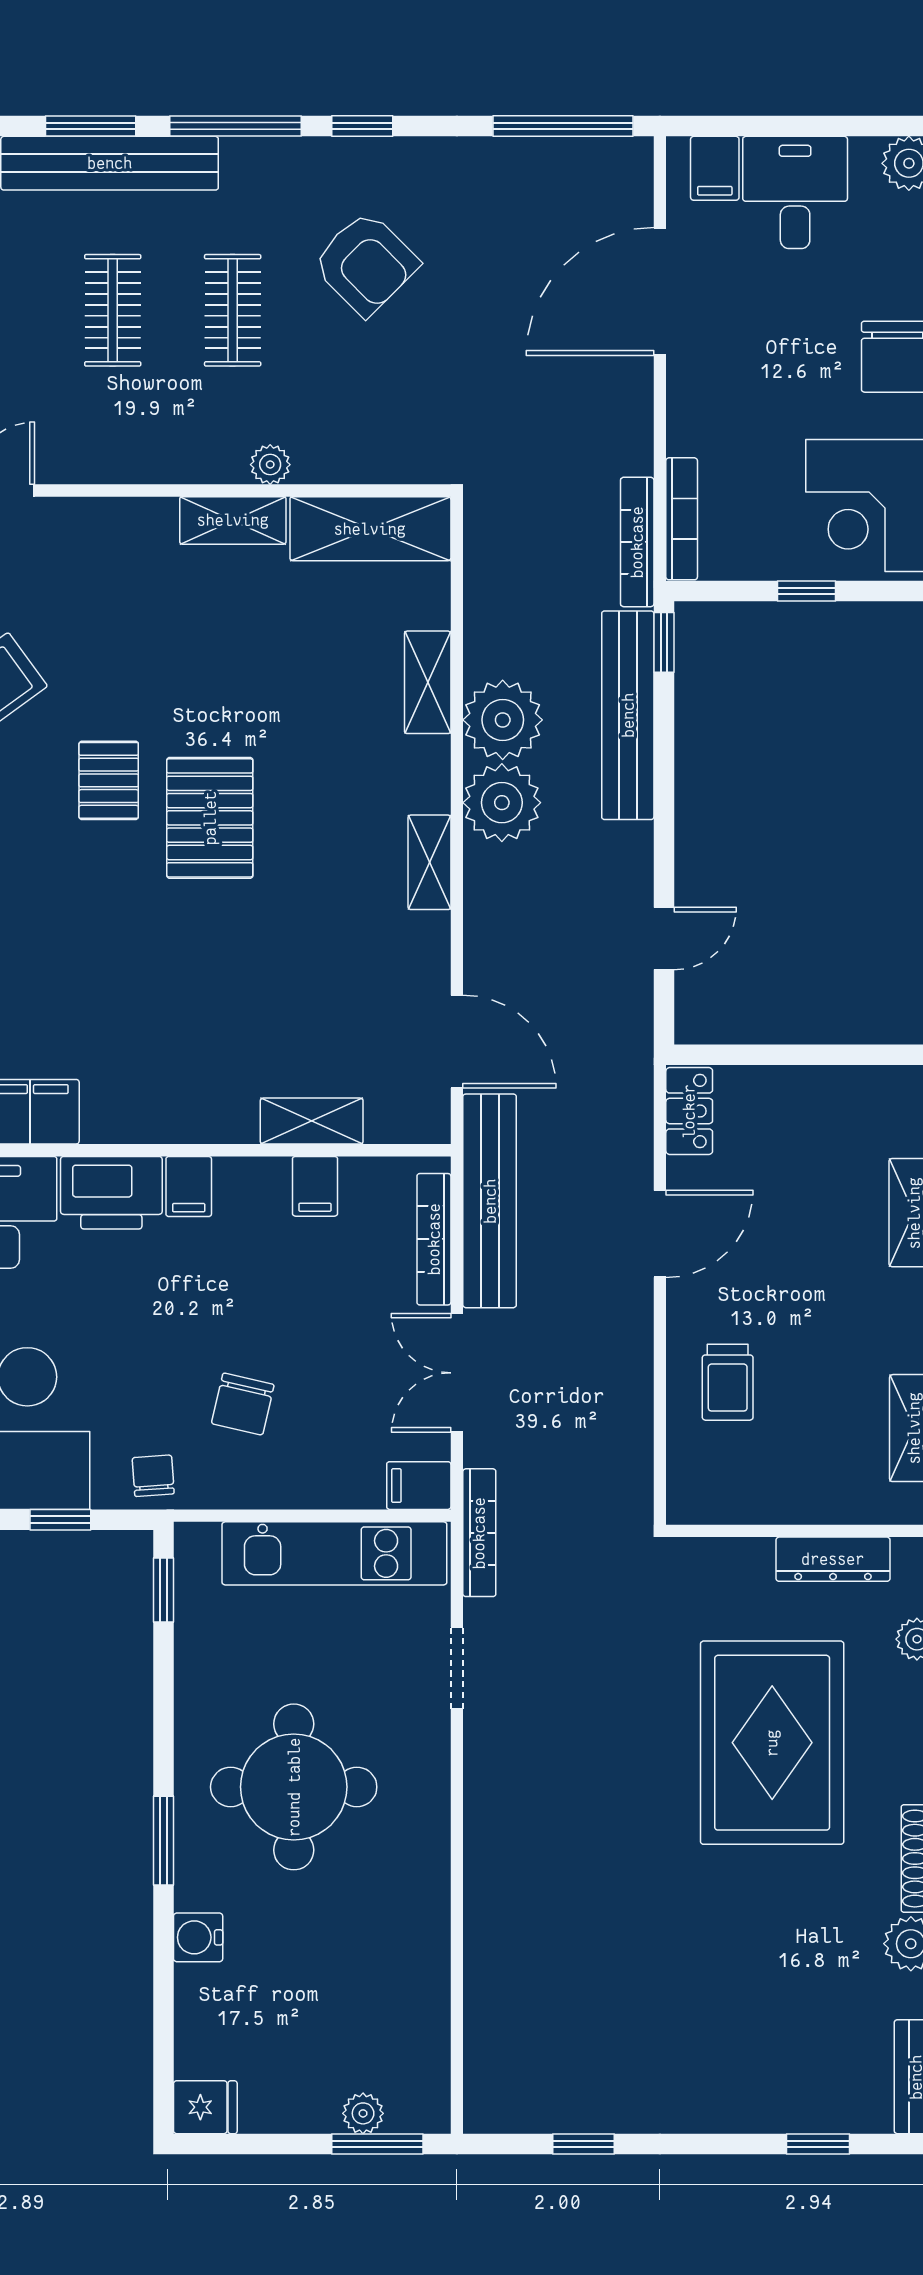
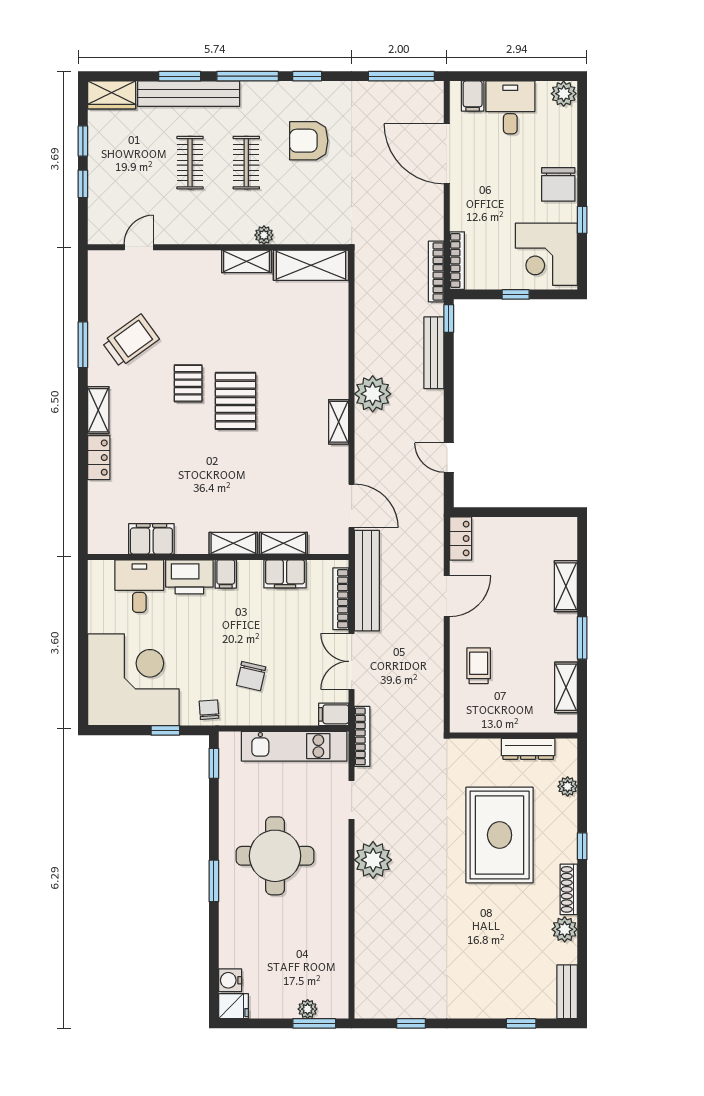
armchair: (366, 263) -> (309, 141), turned 135
door: (660, 291) -> (447, 154), hinge flipped
shelving: (428, 682) -> (233, 543), moved, turned 90
bench: (628, 715) -> (434, 353), width x0.73, depth x0.82
plant: (503, 720) -> (373, 860), moved
door: (664, 938) -> (449, 457), swing flipped
filing cabinet: (315, 1186) -> (285, 574), width x2.00
trolley: (728, 1382) -> (479, 666), turned 180
water cooler: (198, 1937) -> (230, 980), moved

